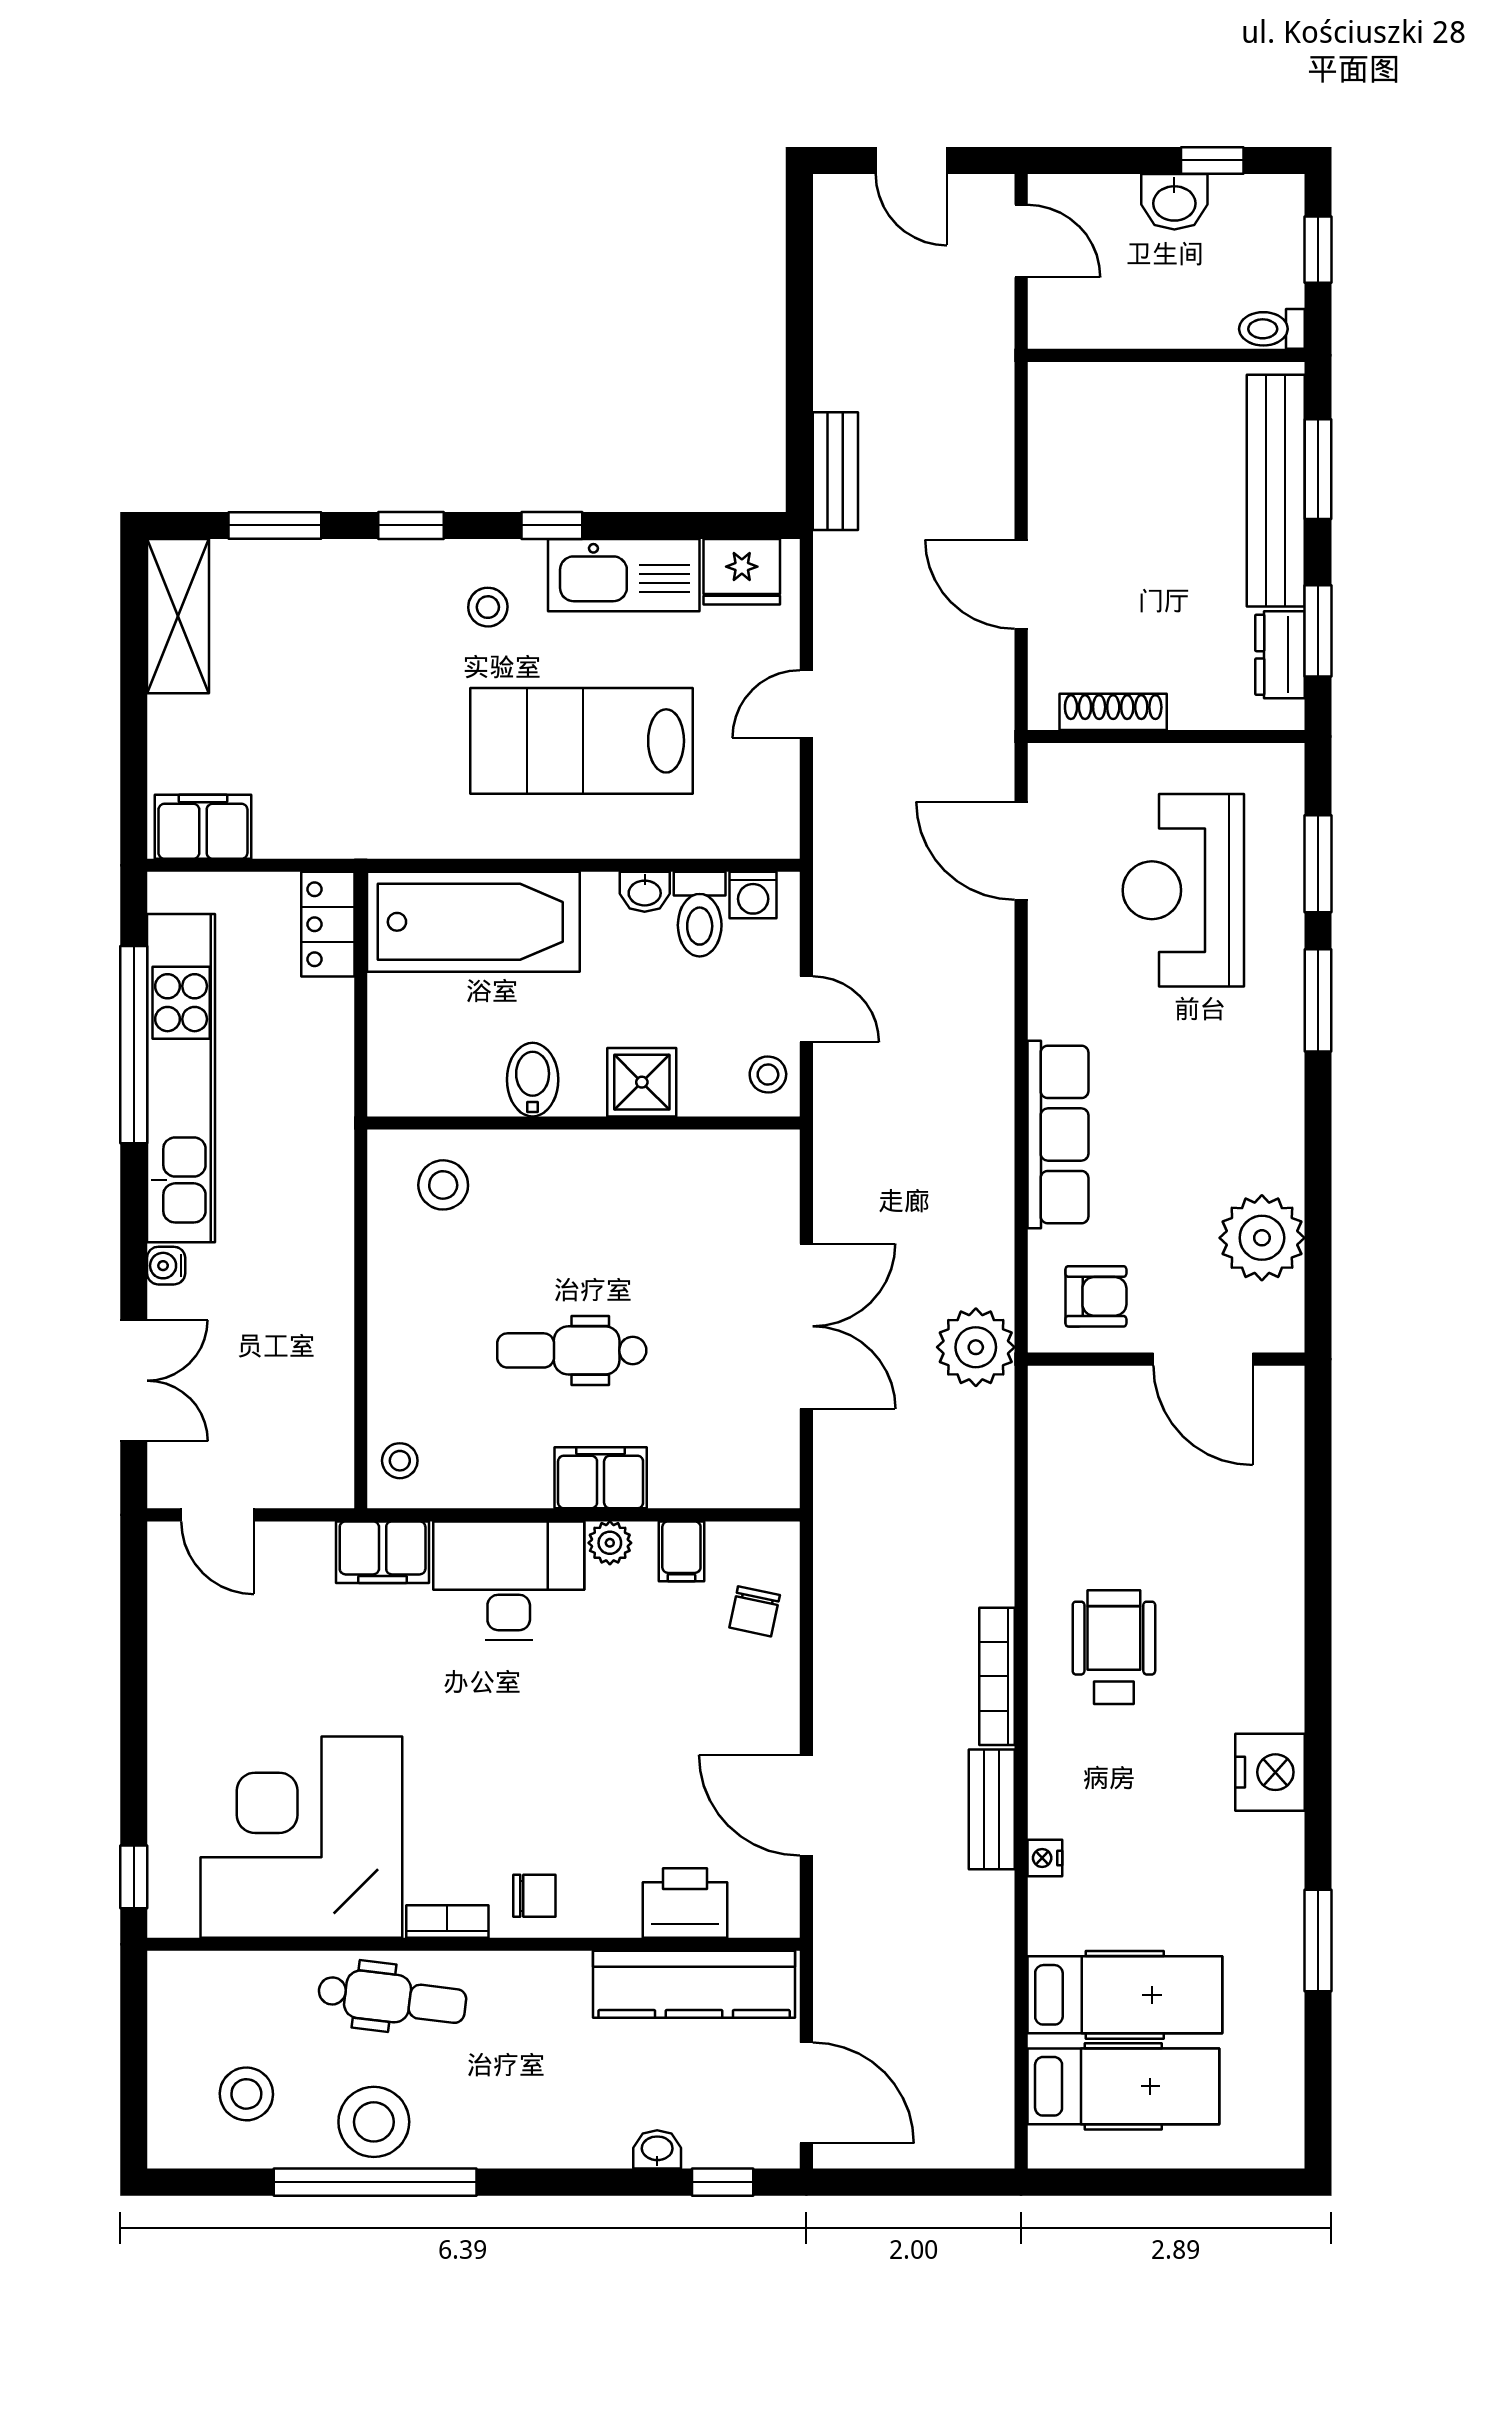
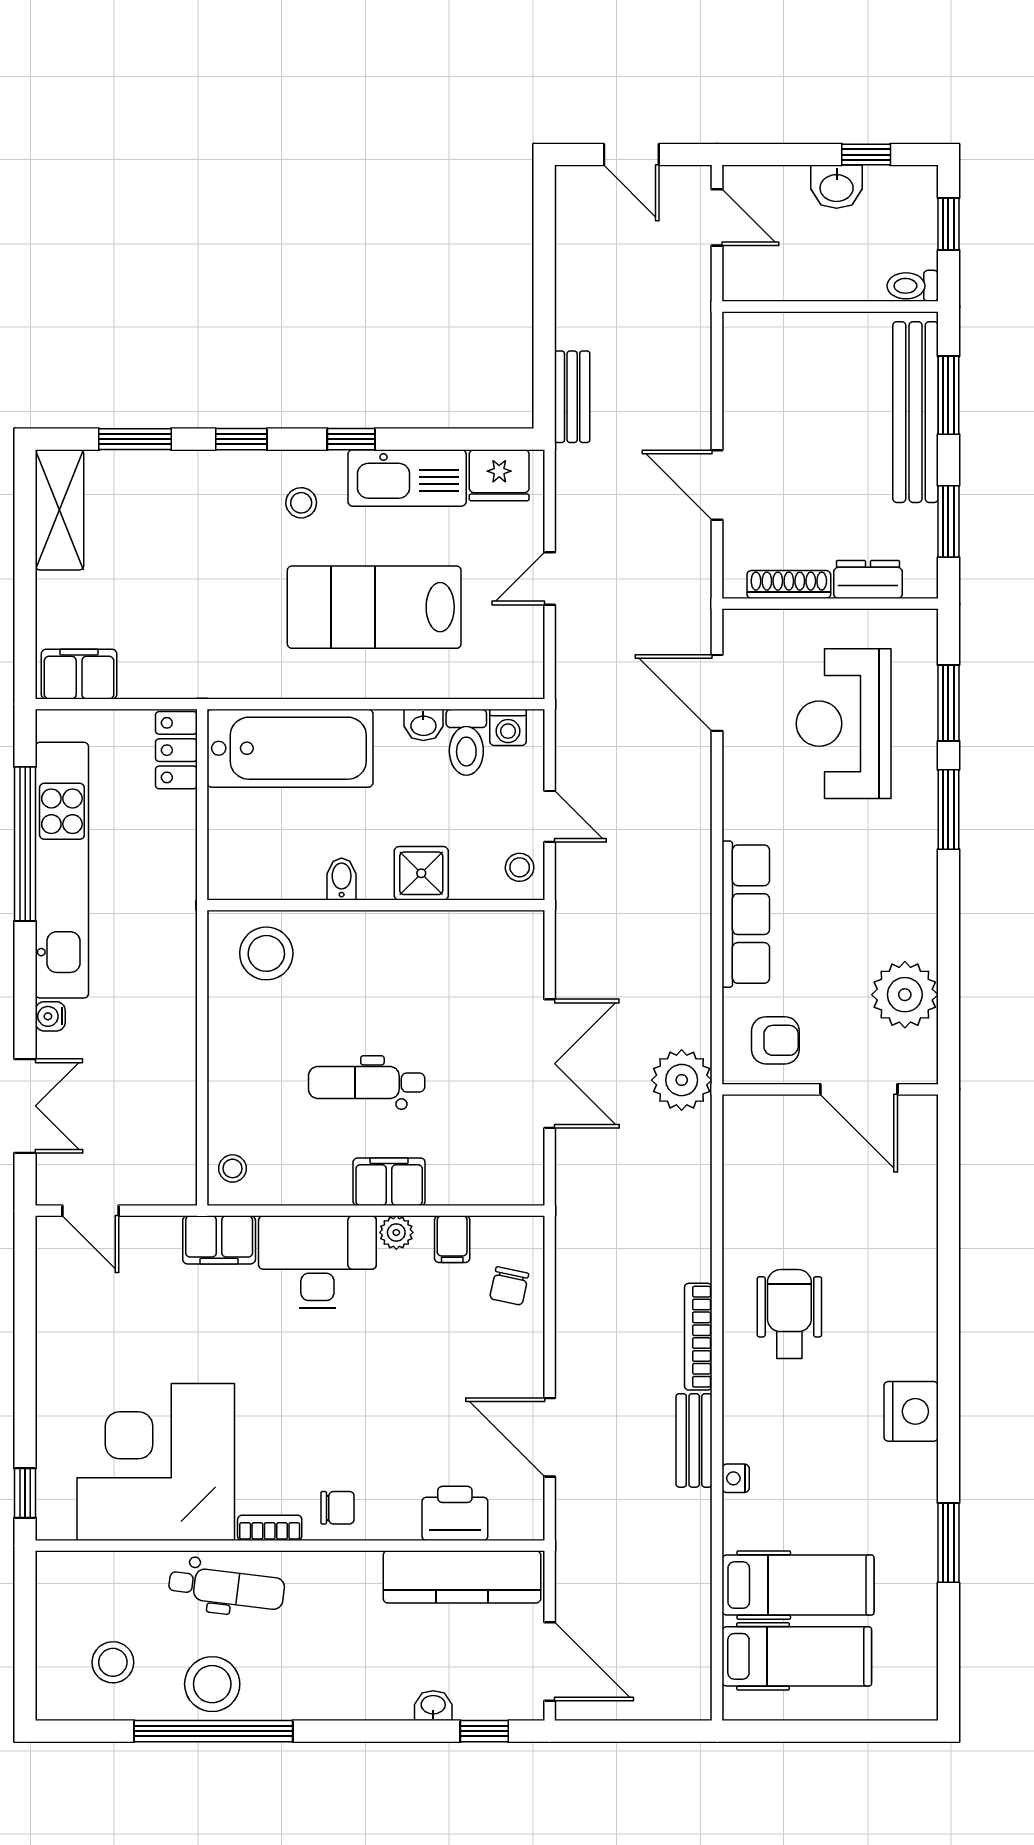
dresser: (1280, 655) -> (868, 580), moved, turned 90
bidet: (533, 1080) -> (342, 879), width x0.72, depth x0.74
stool: (443, 1185) -> (266, 953), width x1.38, depth x1.38

